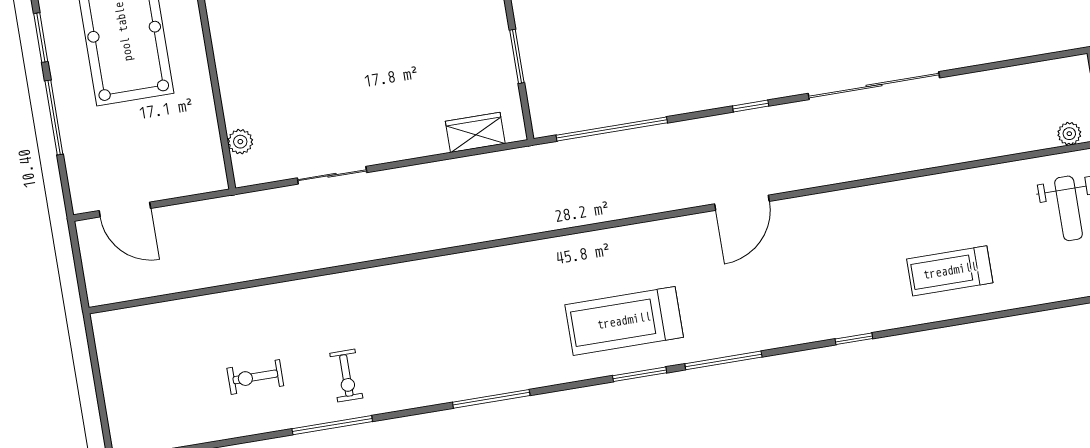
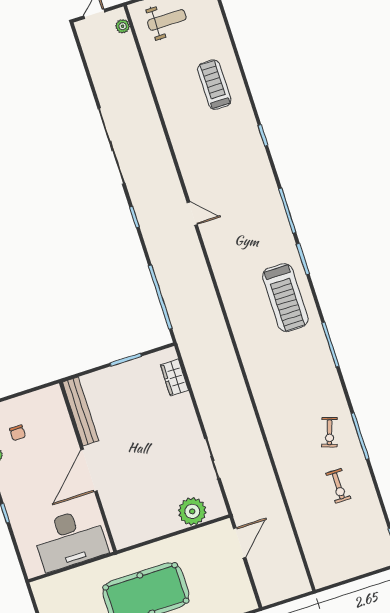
plant: (240, 142) -> (192, 511), width x1.88, depth x1.88
door: (742, 203) -> (192, 214), width x0.73
door: (125, 210) -> (240, 543), moved
treadmill: (950, 271) -> (214, 85), turned 180
treadmill: (624, 321) -> (285, 298), moved
exercise bike: (346, 376) -> (330, 432), turned 108

